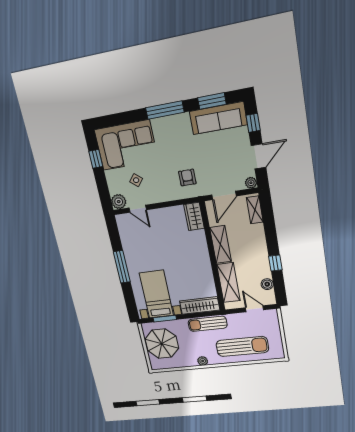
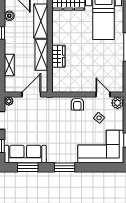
window: (165, 110) -> (65, 167), width x0.69
armchair: (187, 178) -> (77, 104), moved
shelving: (255, 210) -> (9, 65), moved
wardrobe: (194, 216) -> (58, 56), moved

